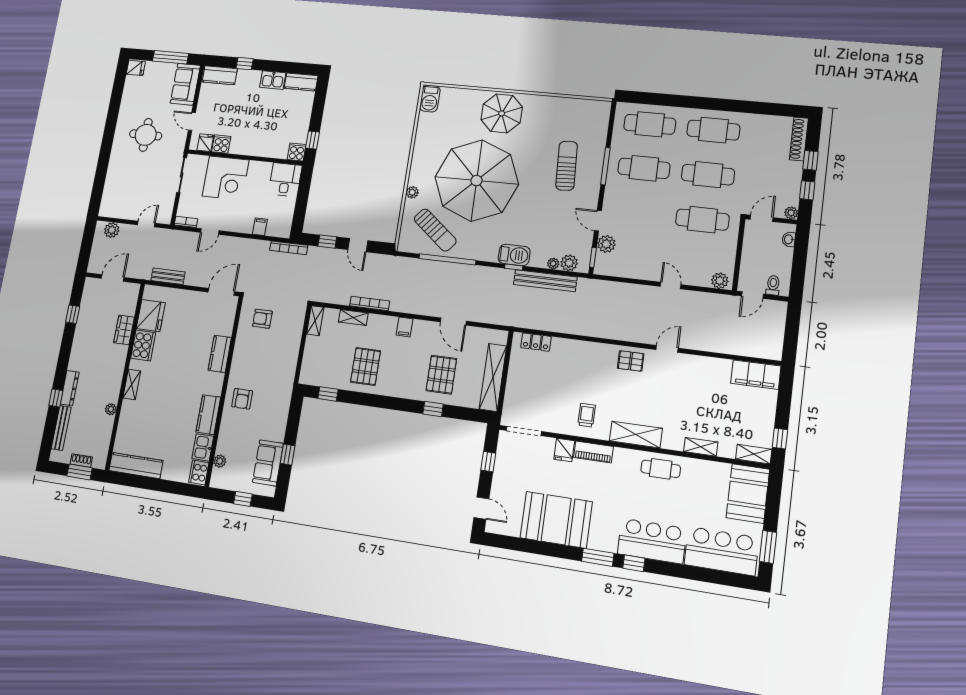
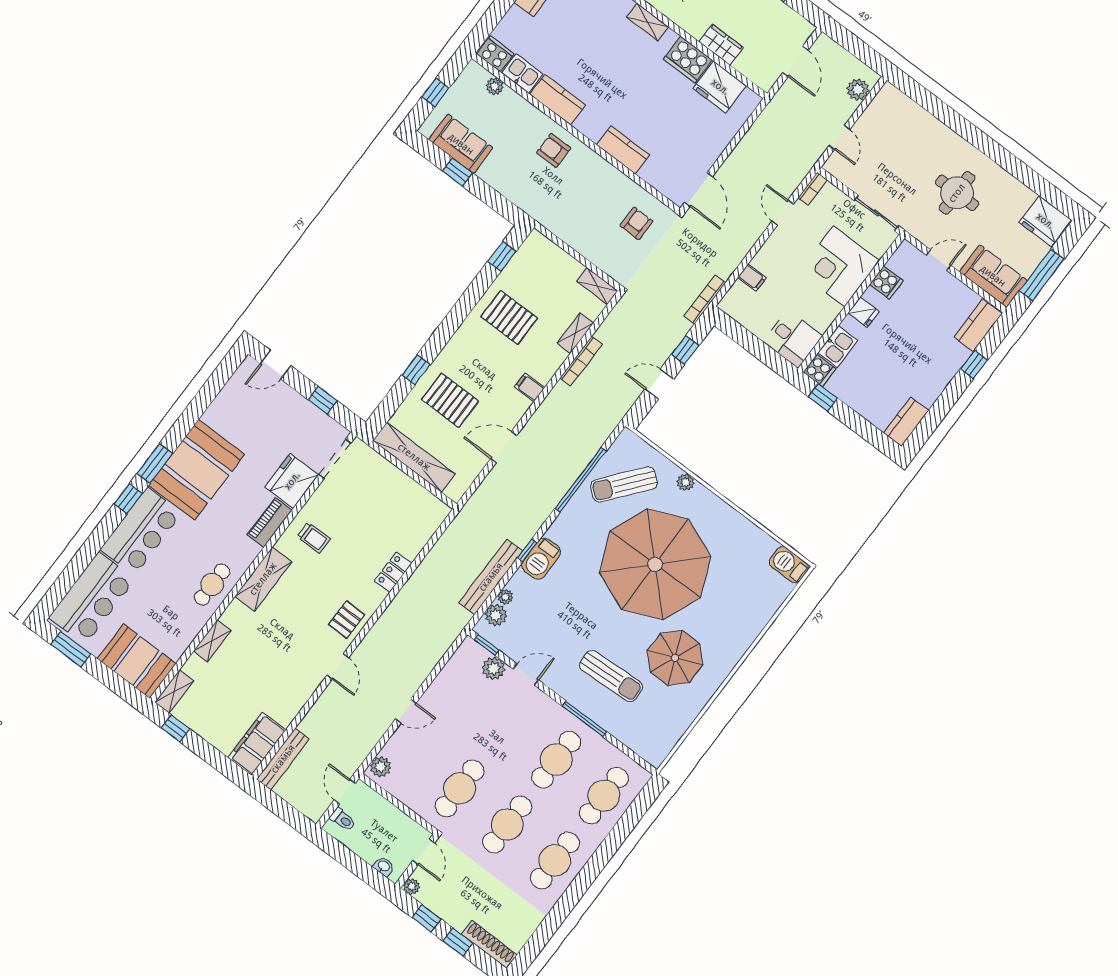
fridge: (136, 68) -> (1045, 221), width x1.88, depth x1.34
kitchen sink: (273, 80) -> (838, 347), moved, turned 180
parasol: (502, 113) -> (675, 658), moved
fridge: (205, 143) -> (864, 312), moved
bench: (168, 276) -> (283, 759), moved, width x1.36
locker: (536, 342) -> (393, 572), moved
fridge: (564, 450) -> (292, 481), width x1.88, depth x1.34
booth: (556, 520) -> (197, 470), moved

